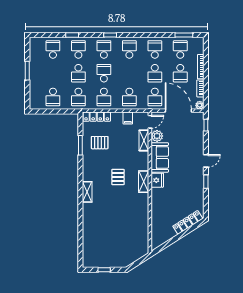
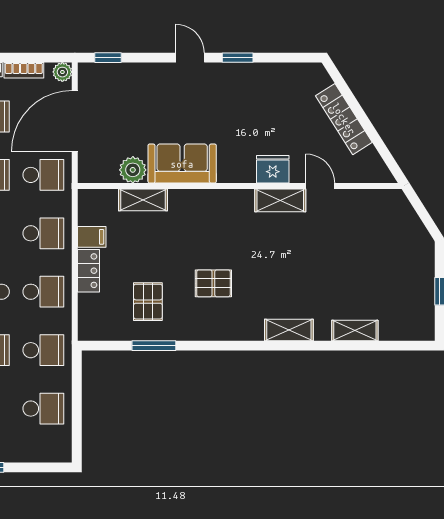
locker: (97, 117) -> (89, 271), moved, width x0.66
door: (150, 122) -> (320, 186), moved
pallet: (118, 177) -> (213, 283), moved
fridge: (157, 180) -> (273, 169), moved
shelving: (144, 182) -> (280, 200), moved
shelving: (87, 192) -> (289, 330), moved
locker: (188, 222) -> (344, 119), moved
shelving: (87, 233) -> (355, 330), added

